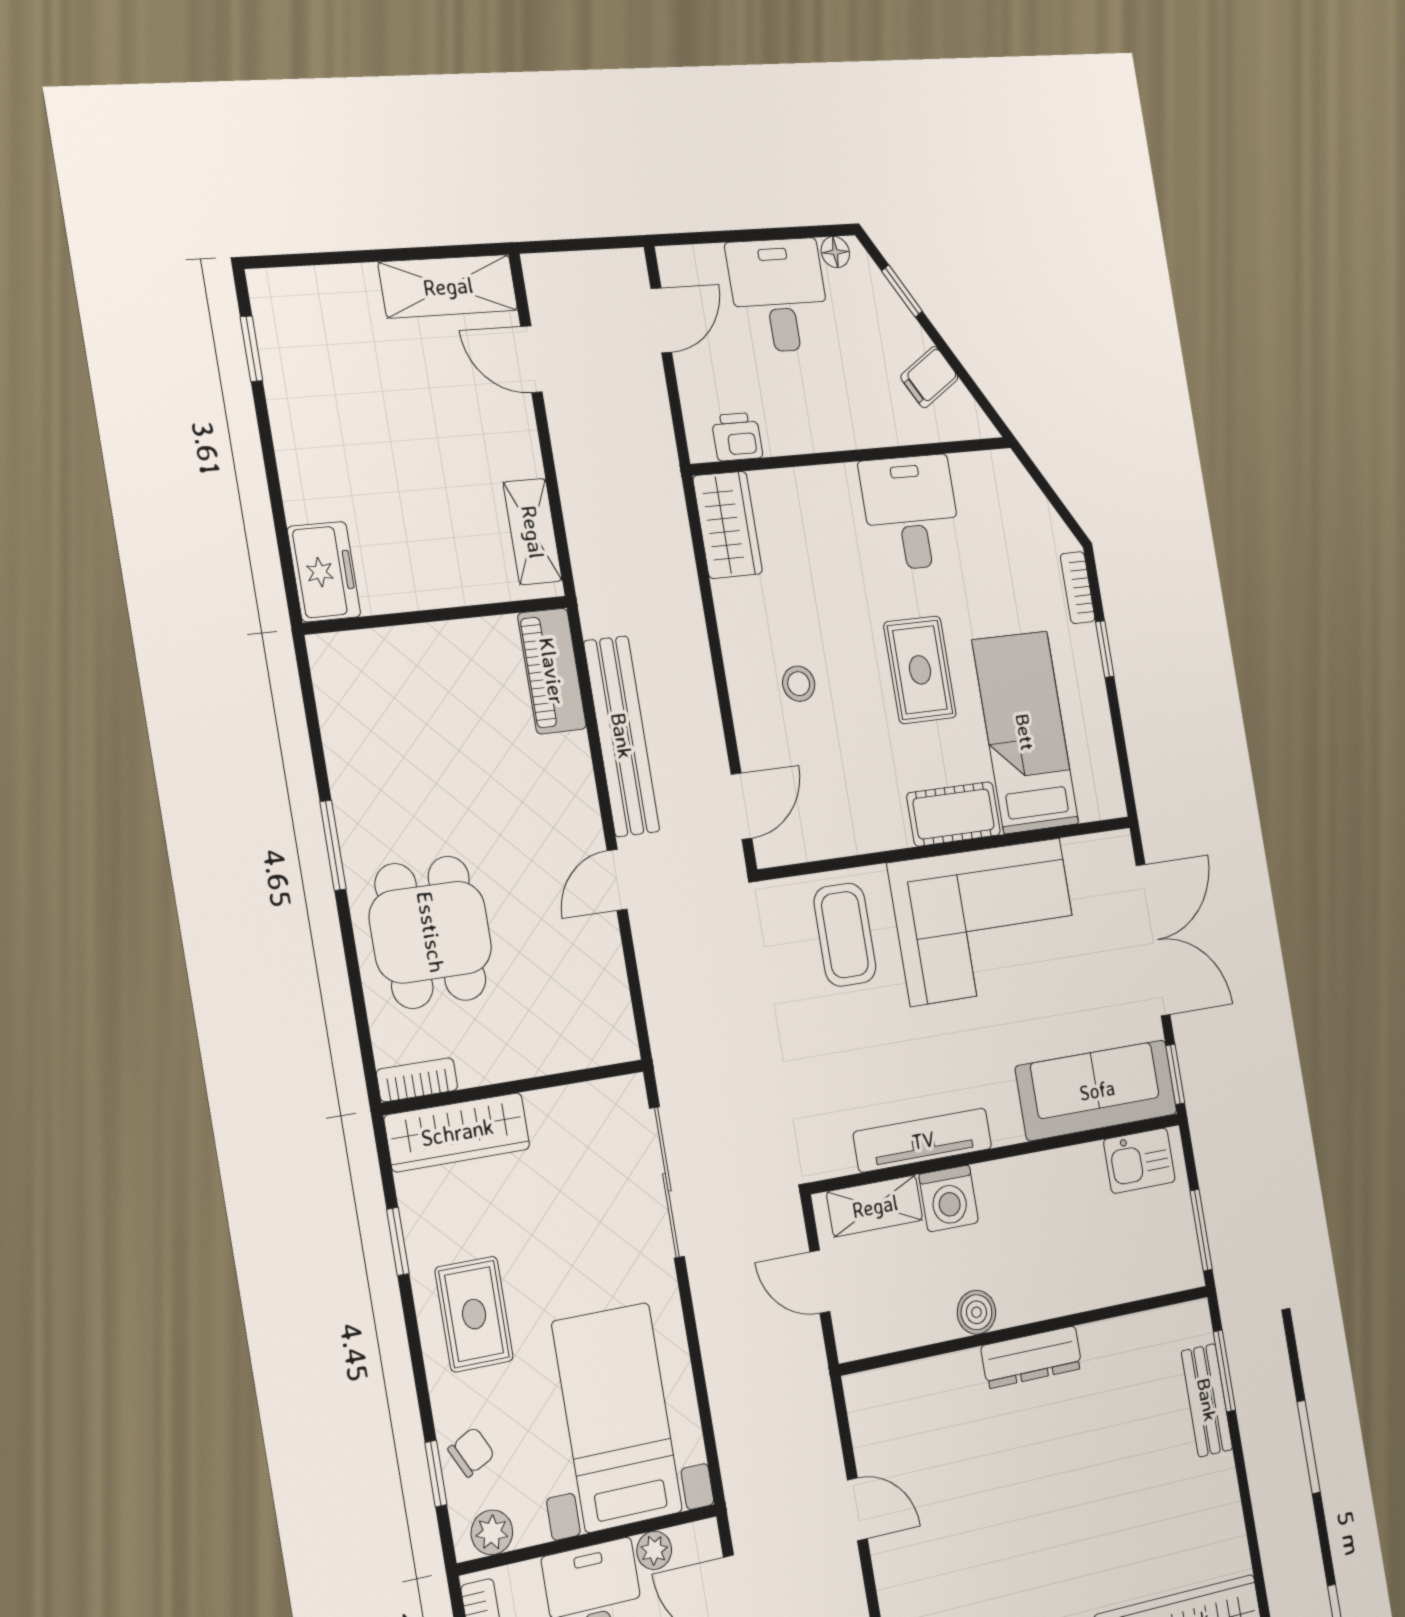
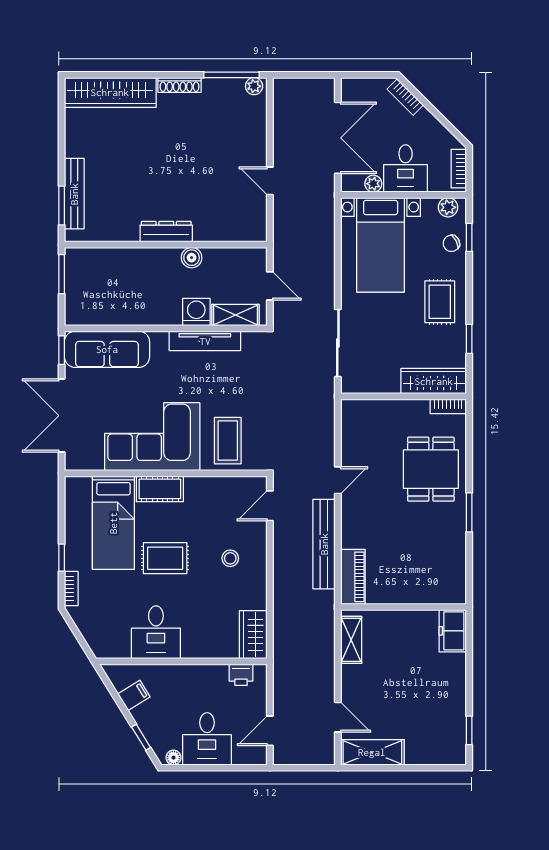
rug: (920, 670) -> (165, 558), turned 90
kitchen sink: (1139, 1161) -> (90, 313), removed
bench: (1207, 1400) -> (74, 194), width x1.36

